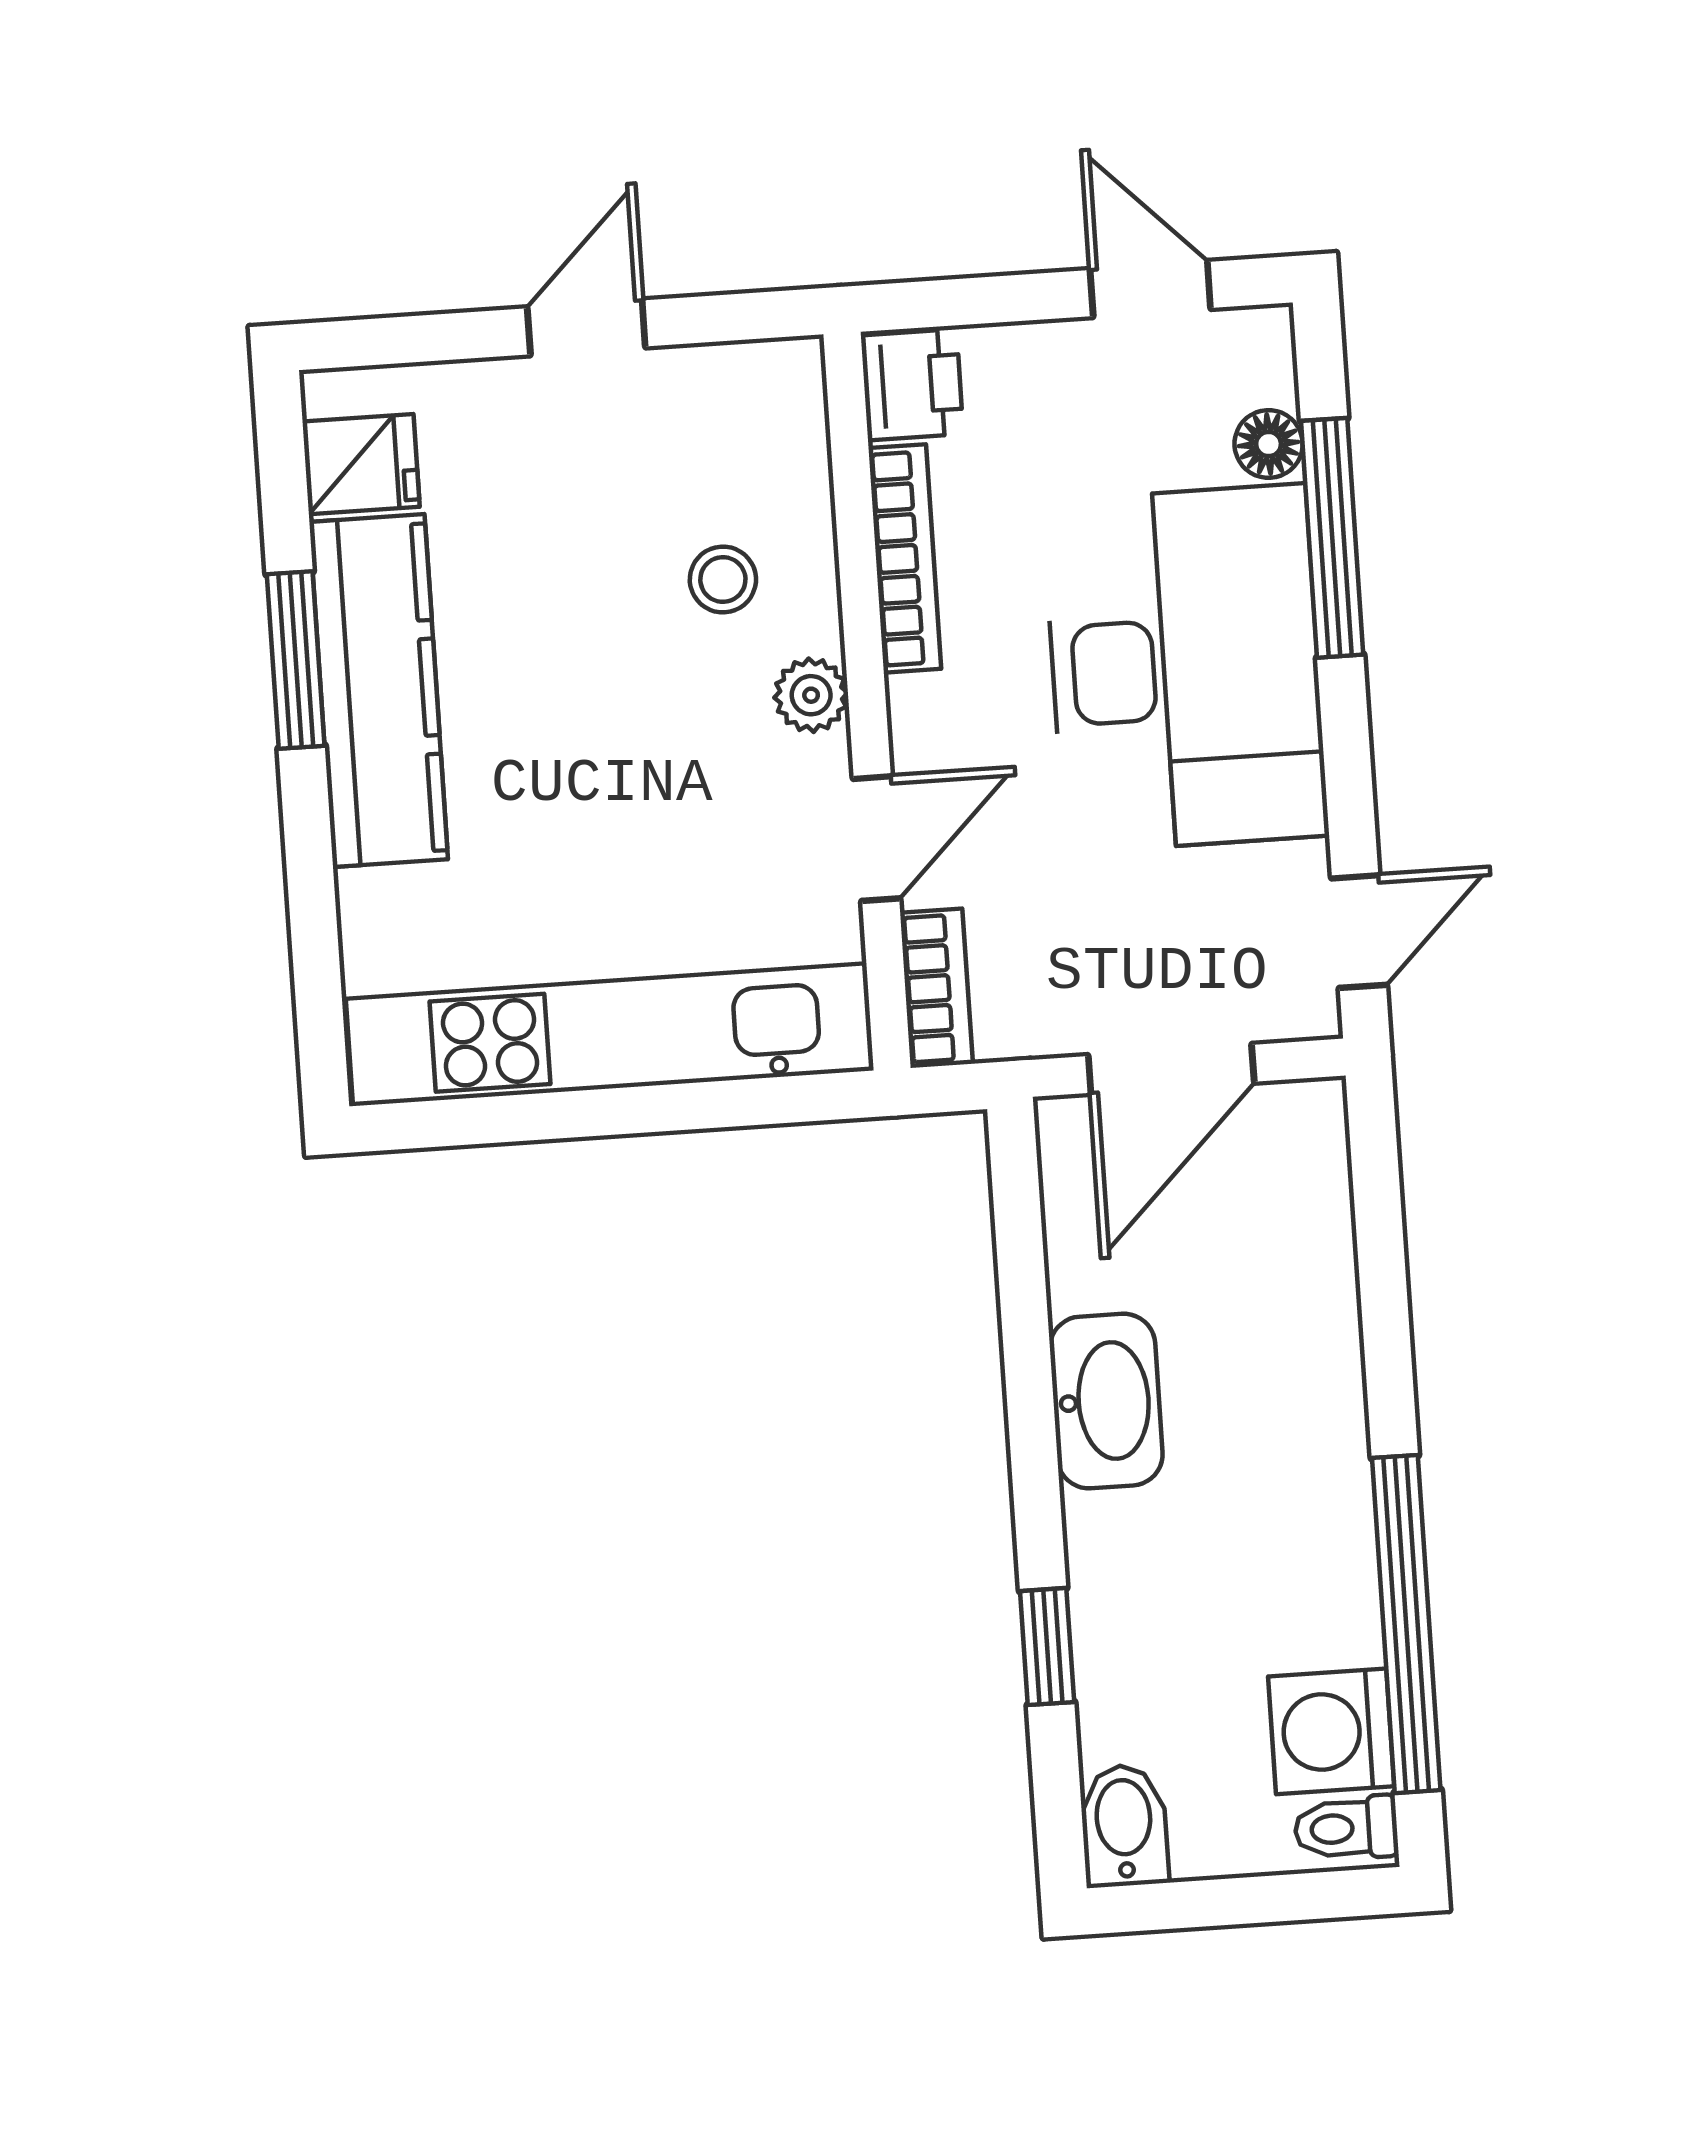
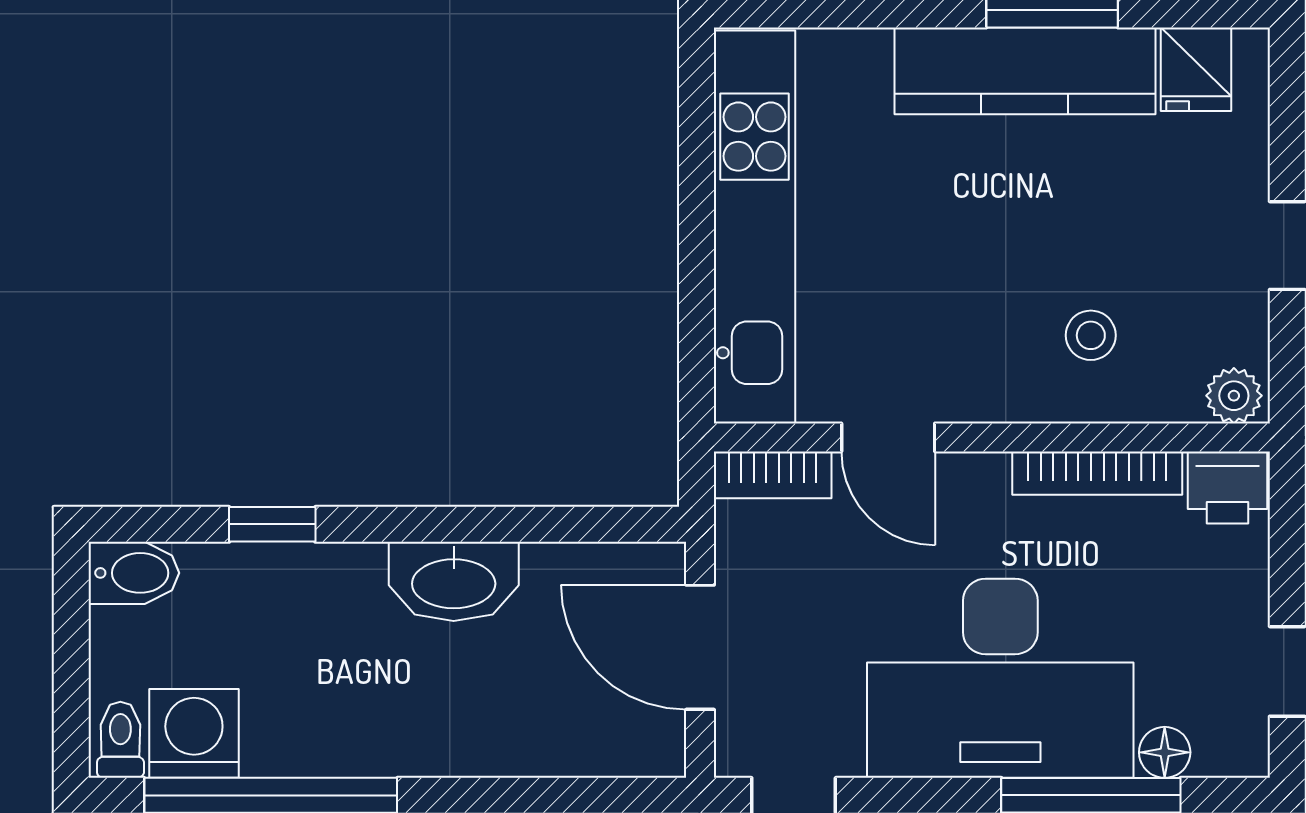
plant: (811, 695) -> (1234, 396), moved

